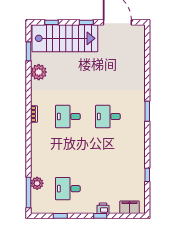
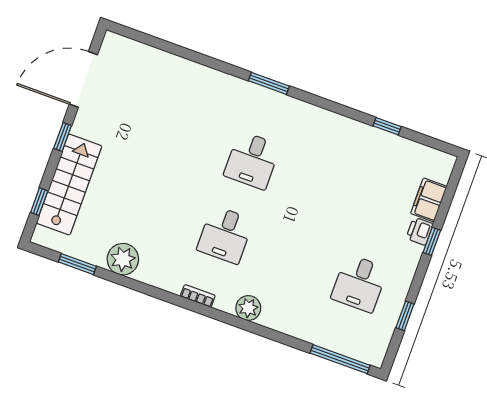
stairs: (65, 38) -> (69, 185), width x0.73, depth x0.66
plant: (37, 183) -> (248, 308), moved
filing cabinet: (130, 207) -> (429, 200), moved

